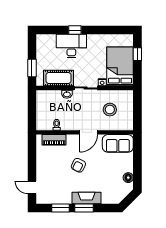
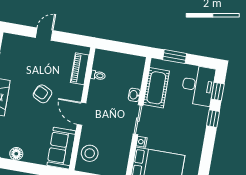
window: (53, 30) -> (218, 91), added
desk: (71, 46) -> (198, 85), moved
stool: (110, 110) -> (90, 153), moved
door: (32, 187) -> (44, 34), moved

